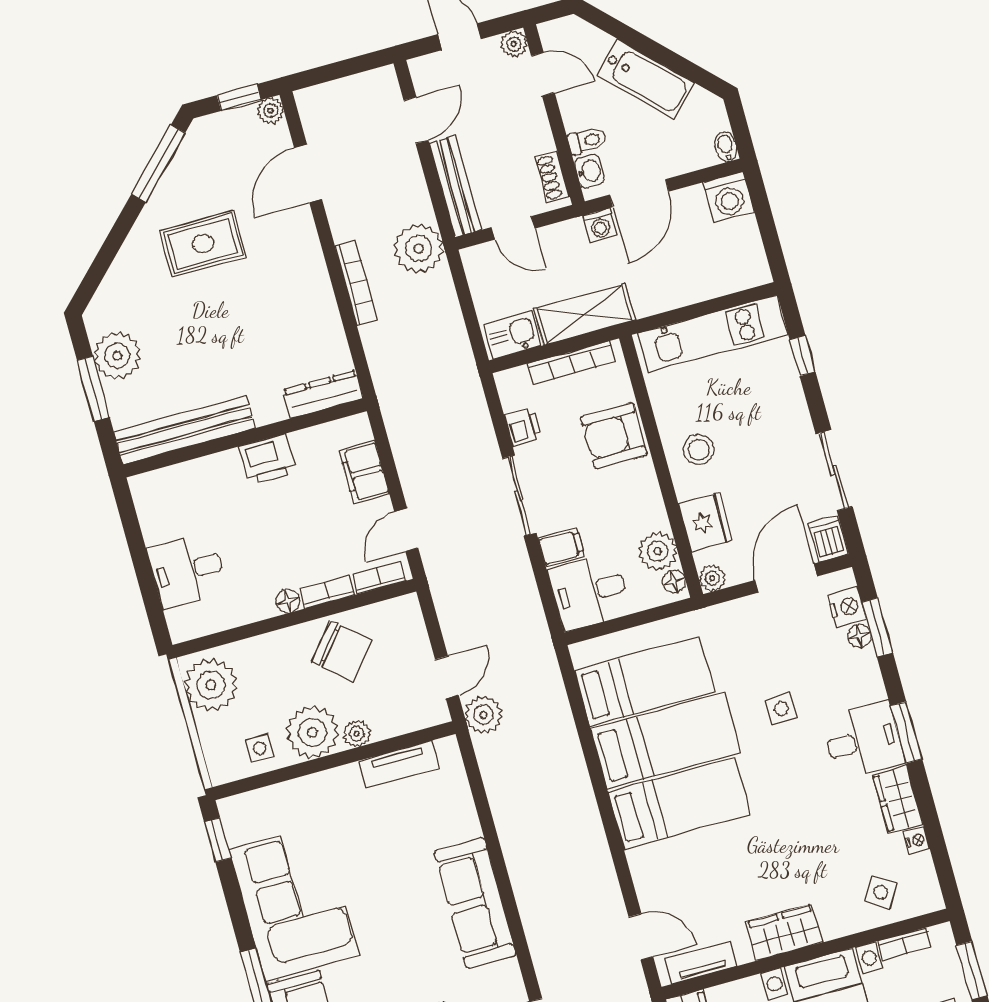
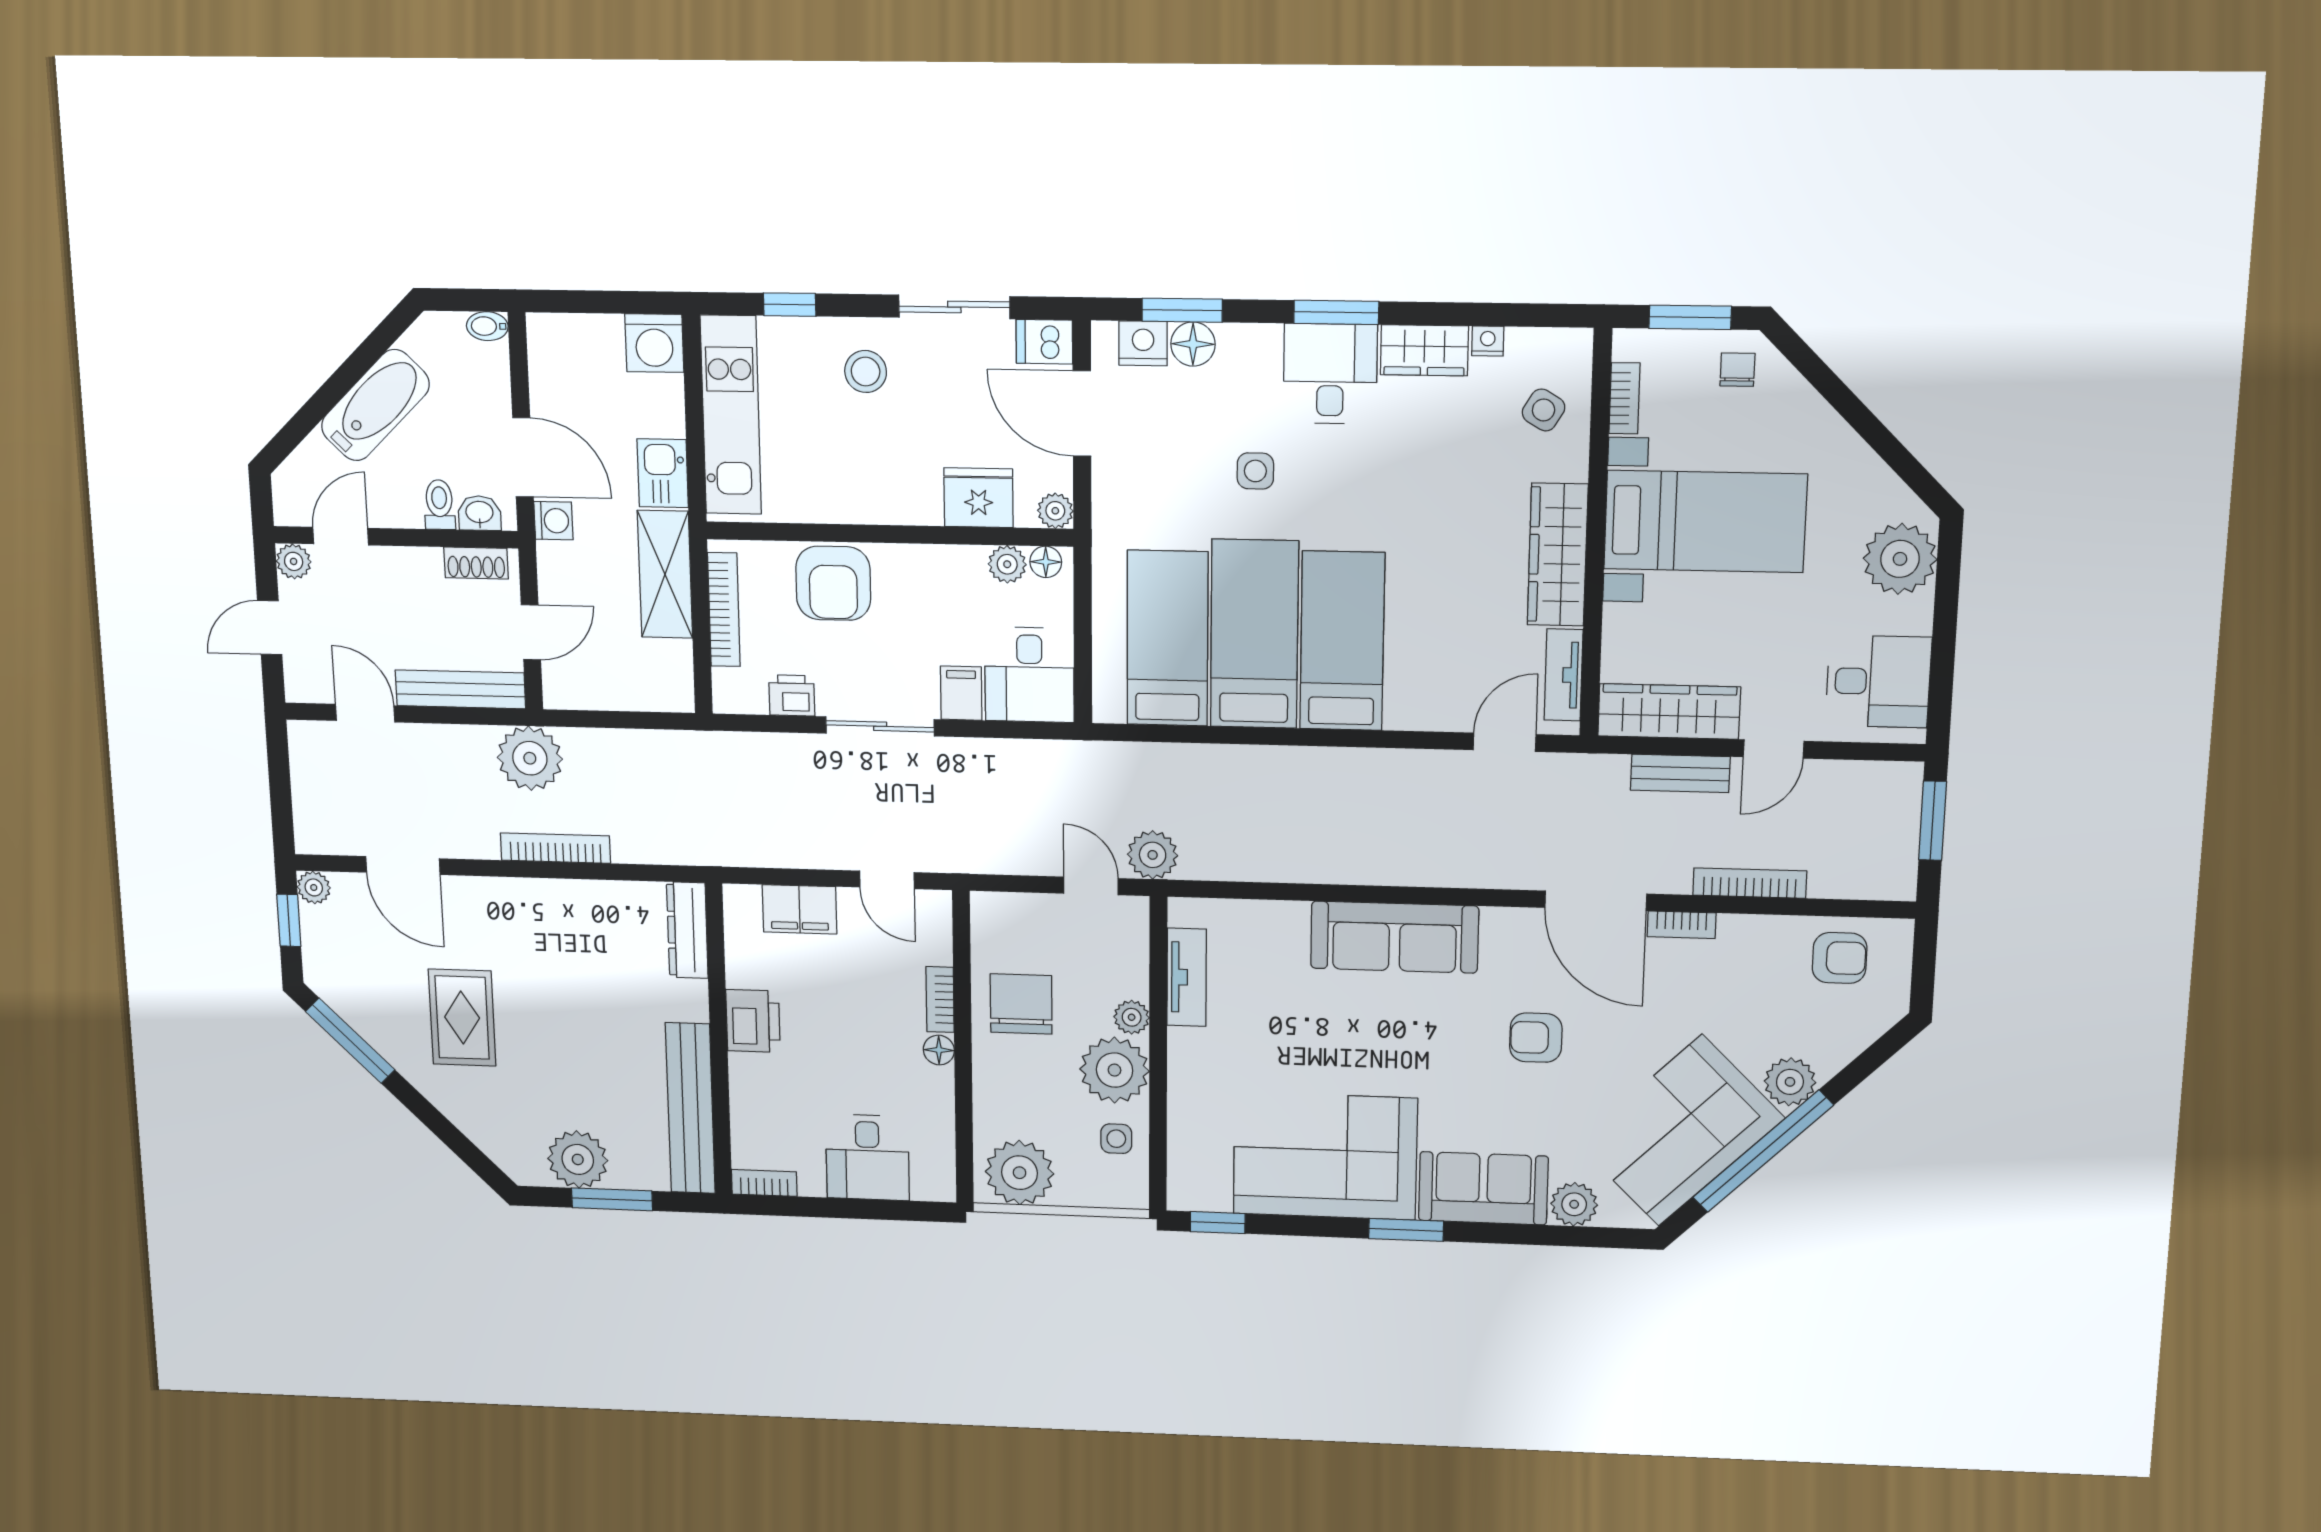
washing machine: (729, 197) -> (654, 343), moved, turned 90
kitchen sink: (512, 335) -> (663, 473), moved
stool: (699, 450) -> (866, 371), moved
plant: (658, 551) -> (1007, 564), width x0.73, depth x0.73
bookcase: (379, 578) -> (764, 1183), moved, turned 90
floor lamp: (859, 636) -> (1193, 344), width x1.37, depth x1.37
chair: (342, 651) -> (1021, 1004), turned -40
wardrobe: (784, 932) -> (1558, 555), width x1.50

